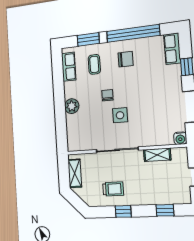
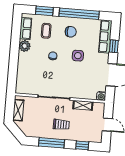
row of seats: (172, 49) -> (105, 36), width x1.48
plant: (72, 106) -> (25, 46), moved
side table: (120, 115) -> (78, 56), moved
trolley: (113, 189) -> (61, 125), moved
window: (123, 211) -> (52, 143), width x2.17

